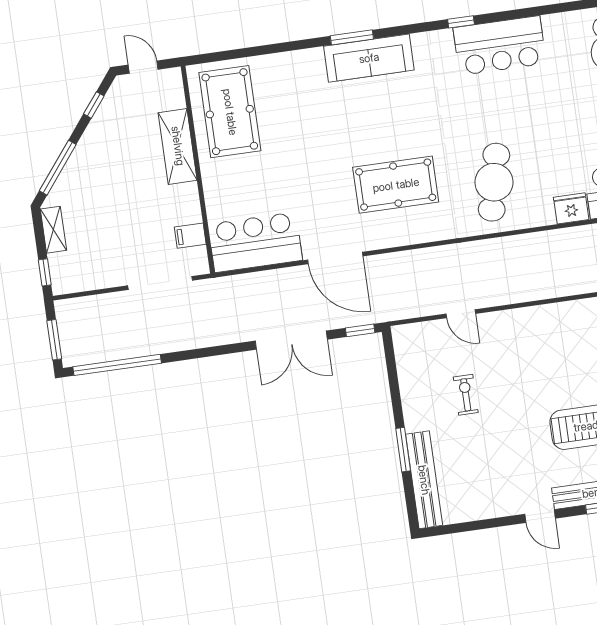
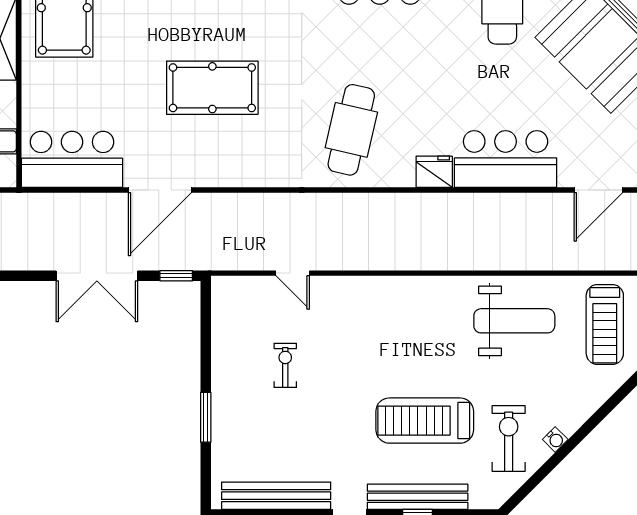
pool table: (396, 185) -> (212, 88), moved
door: (335, 258) -> (160, 190), hinge flipped
bench: (424, 480) -> (276, 496), moved, turned 90

